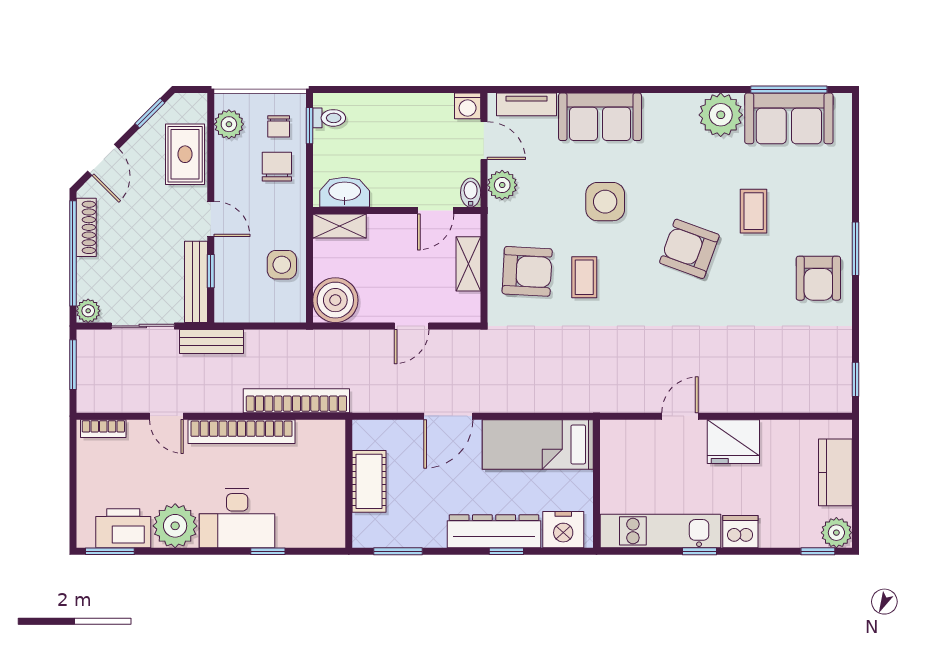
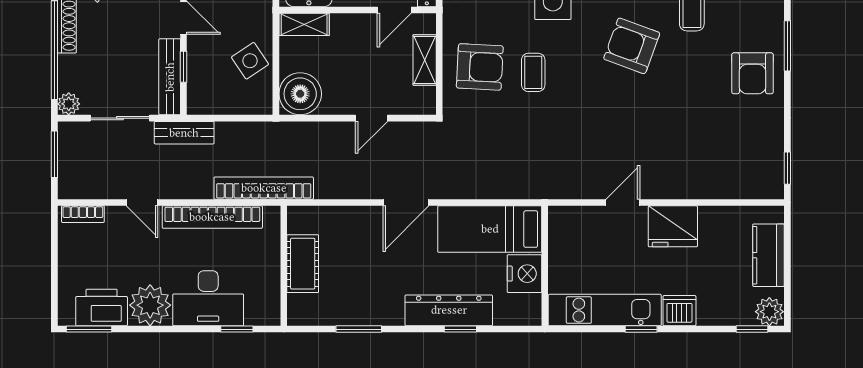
side table: (282, 265) -> (250, 61), turned -34
cot: (369, 481) -> (303, 264), moved
wall: (349, 484) -> (284, 266), moved
nightstand: (563, 530) -> (524, 274), moved, turned -90

